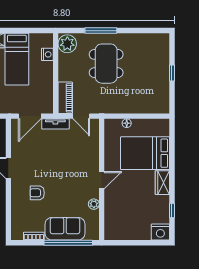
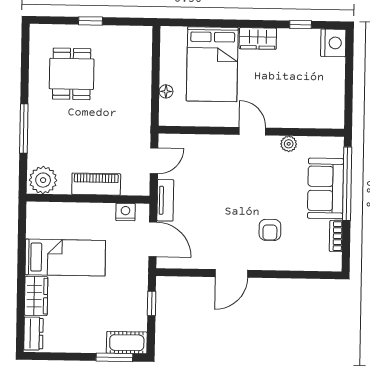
nightstand: (47, 54) -> (125, 212), moved
dining table: (106, 64) -> (72, 74), moved, width x0.73
piano: (65, 98) -> (96, 184), moved

